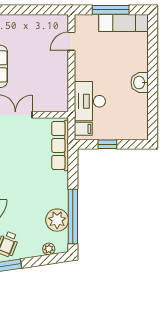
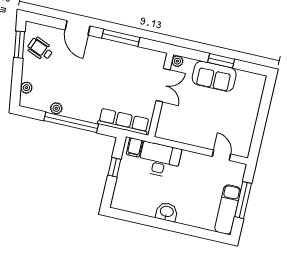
window: (73, 216) -> (71, 122), moved
plant: (57, 220) -> (56, 108), width x0.53, depth x0.53

